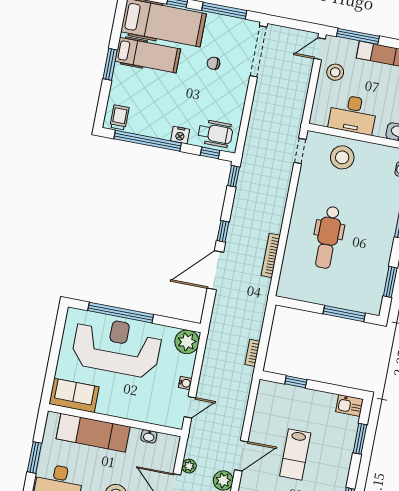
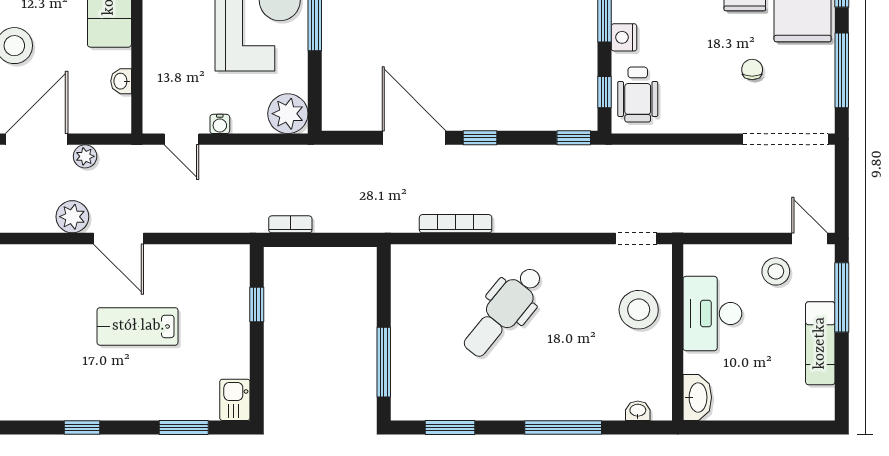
dental chair: (328, 237) -> (503, 312), turned -51

